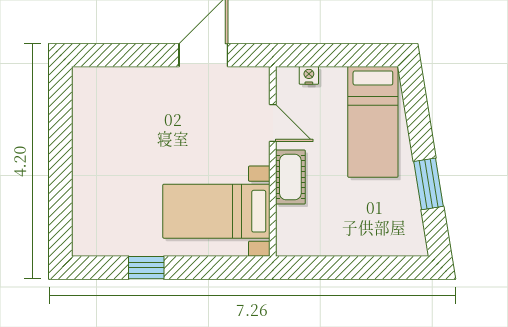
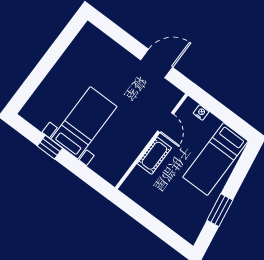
bed with nightstands: (216, 211) -> (84, 123), moved, turned 90

